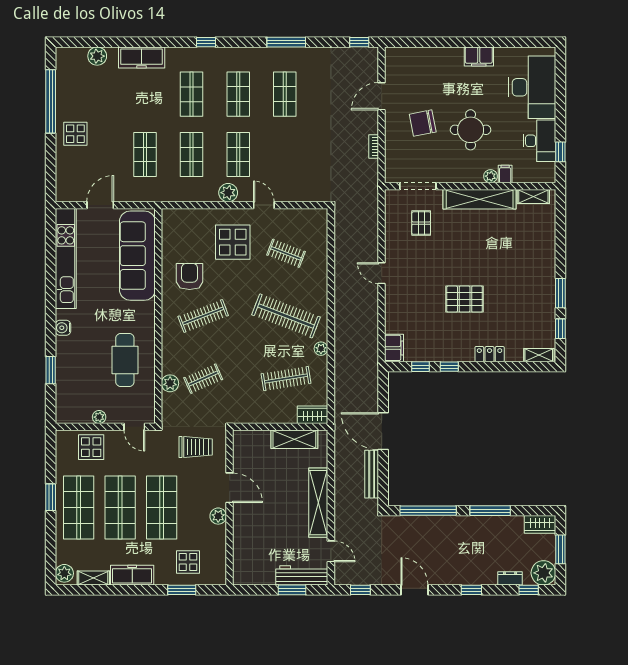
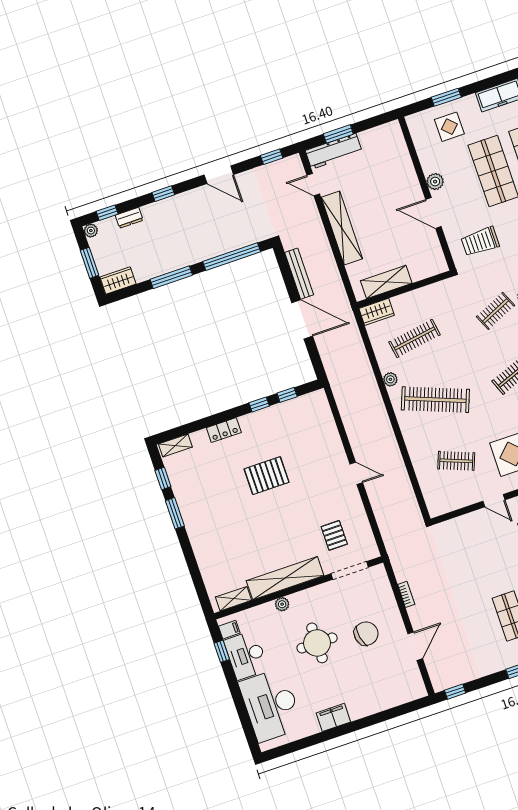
filing cabinet: (505, 174) -> (229, 630), moved, turned -90
filing cabinet: (394, 348) -> (319, 404), removed
plant: (543, 573) -> (91, 231), width x0.53, depth x0.53

